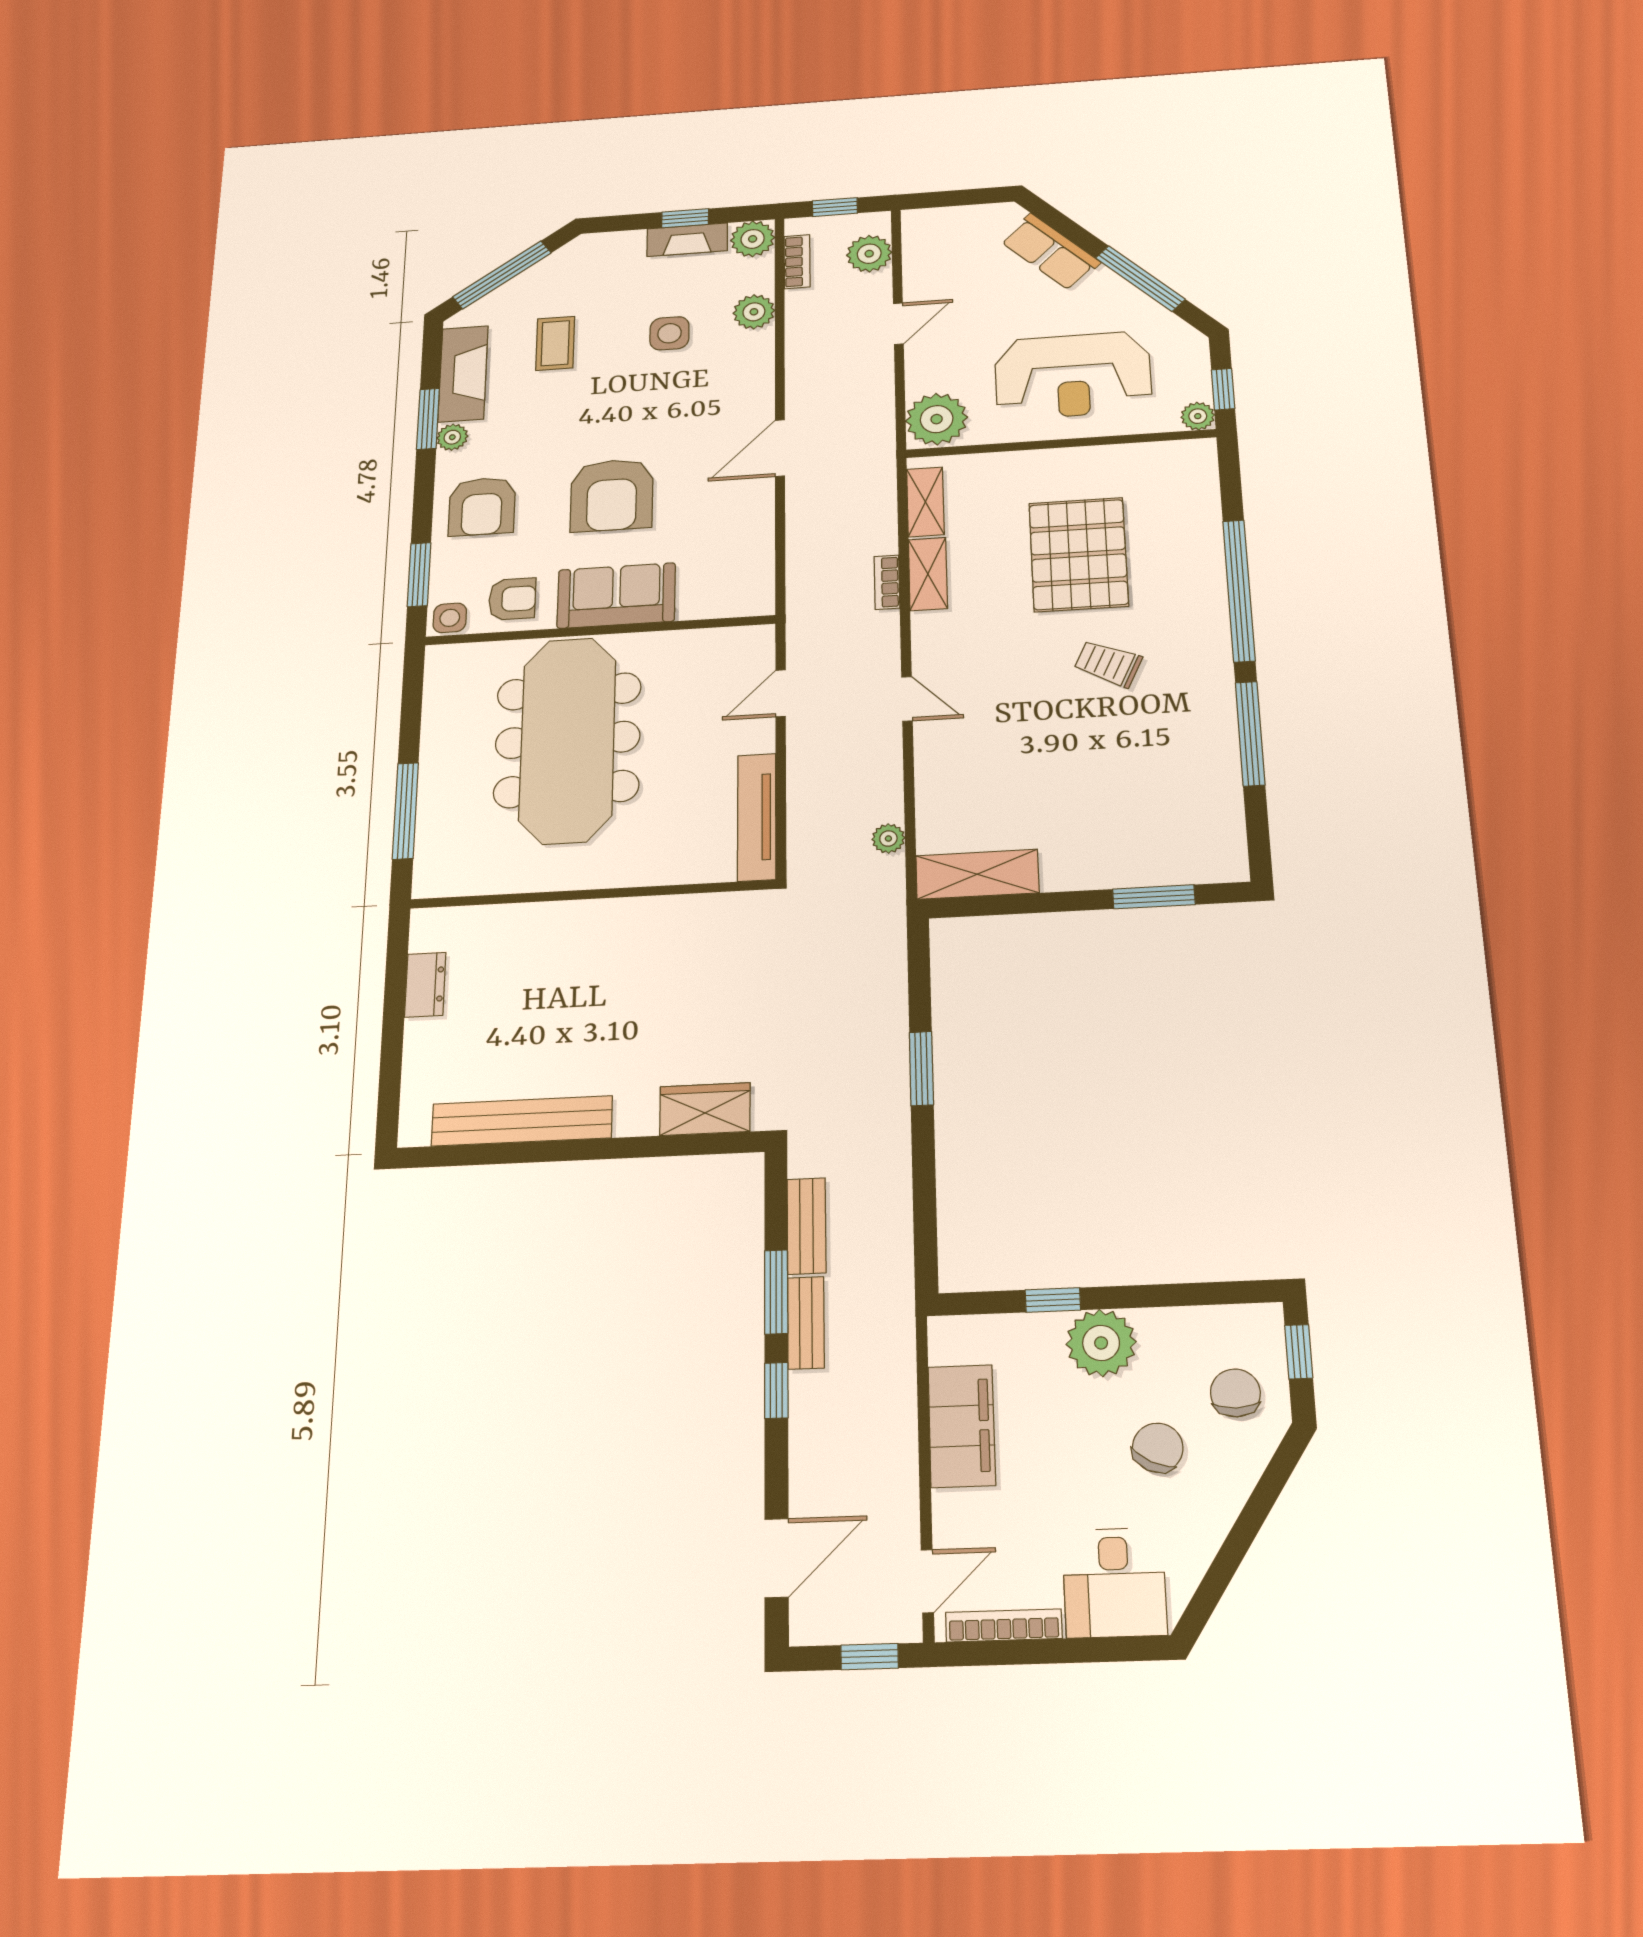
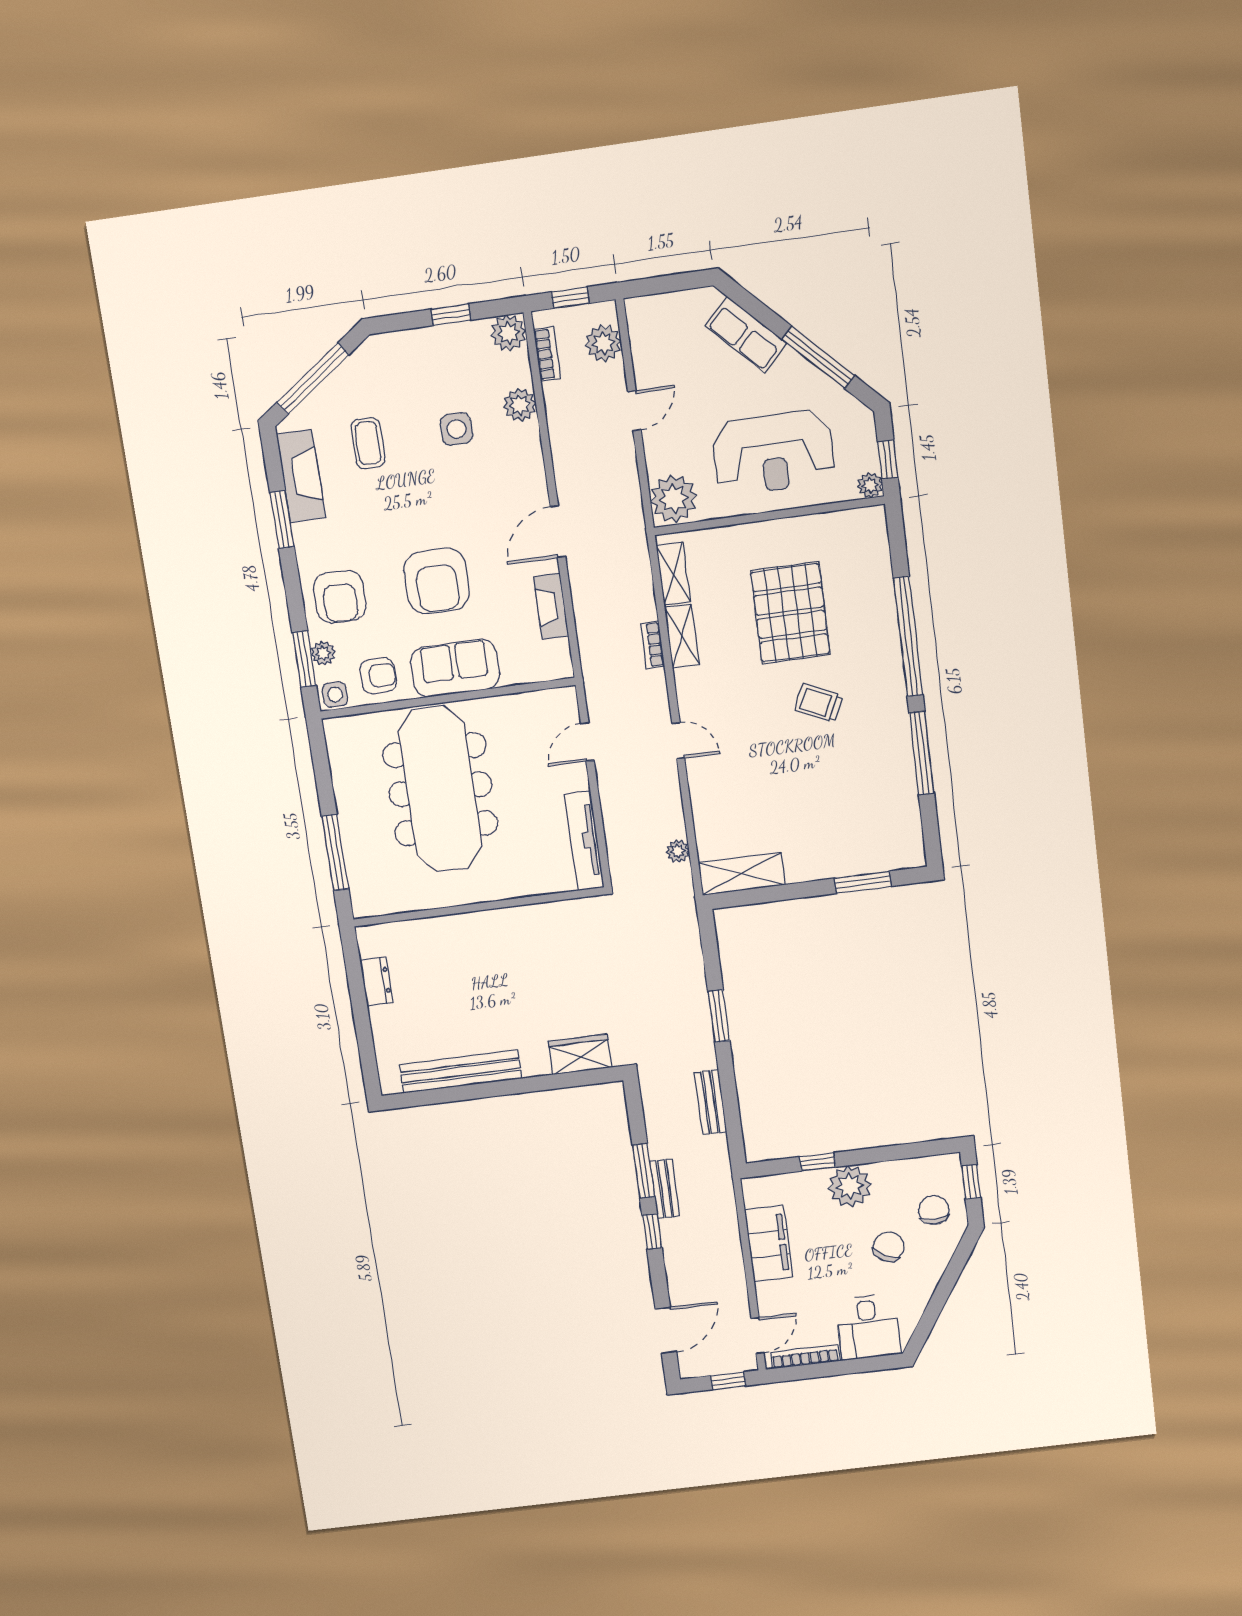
fireplace: (687, 240) -> (551, 606), moved, turned 90
plant: (452, 437) -> (323, 653), moved
bench: (806, 1226) -> (710, 1102), moved

